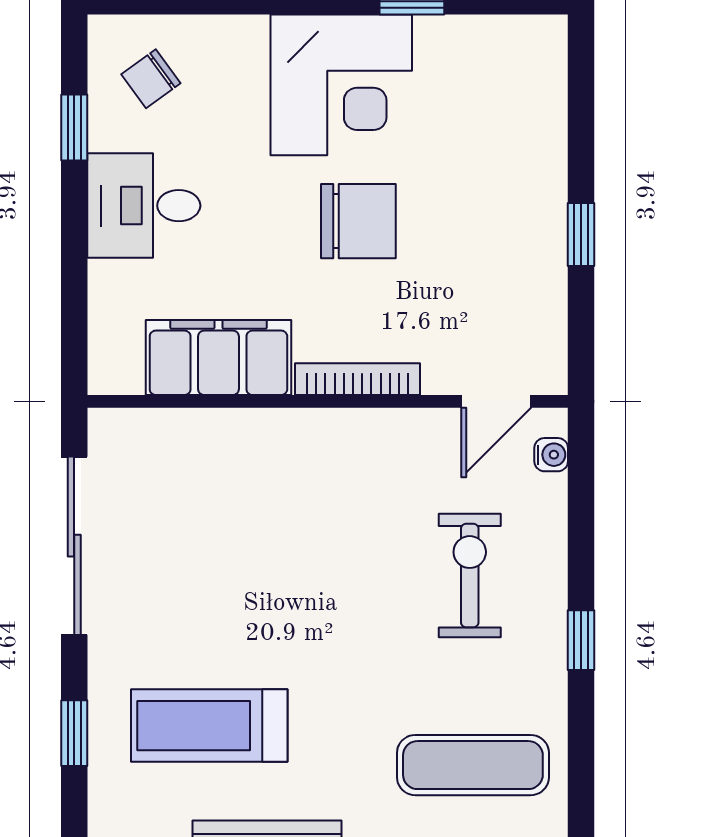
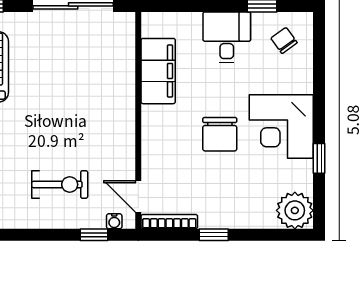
plant: (527, 55) -> (295, 210), added
bookcase: (358, 379) -> (169, 222), moved, turned -90
window: (581, 640) -> (94, 235), moved

